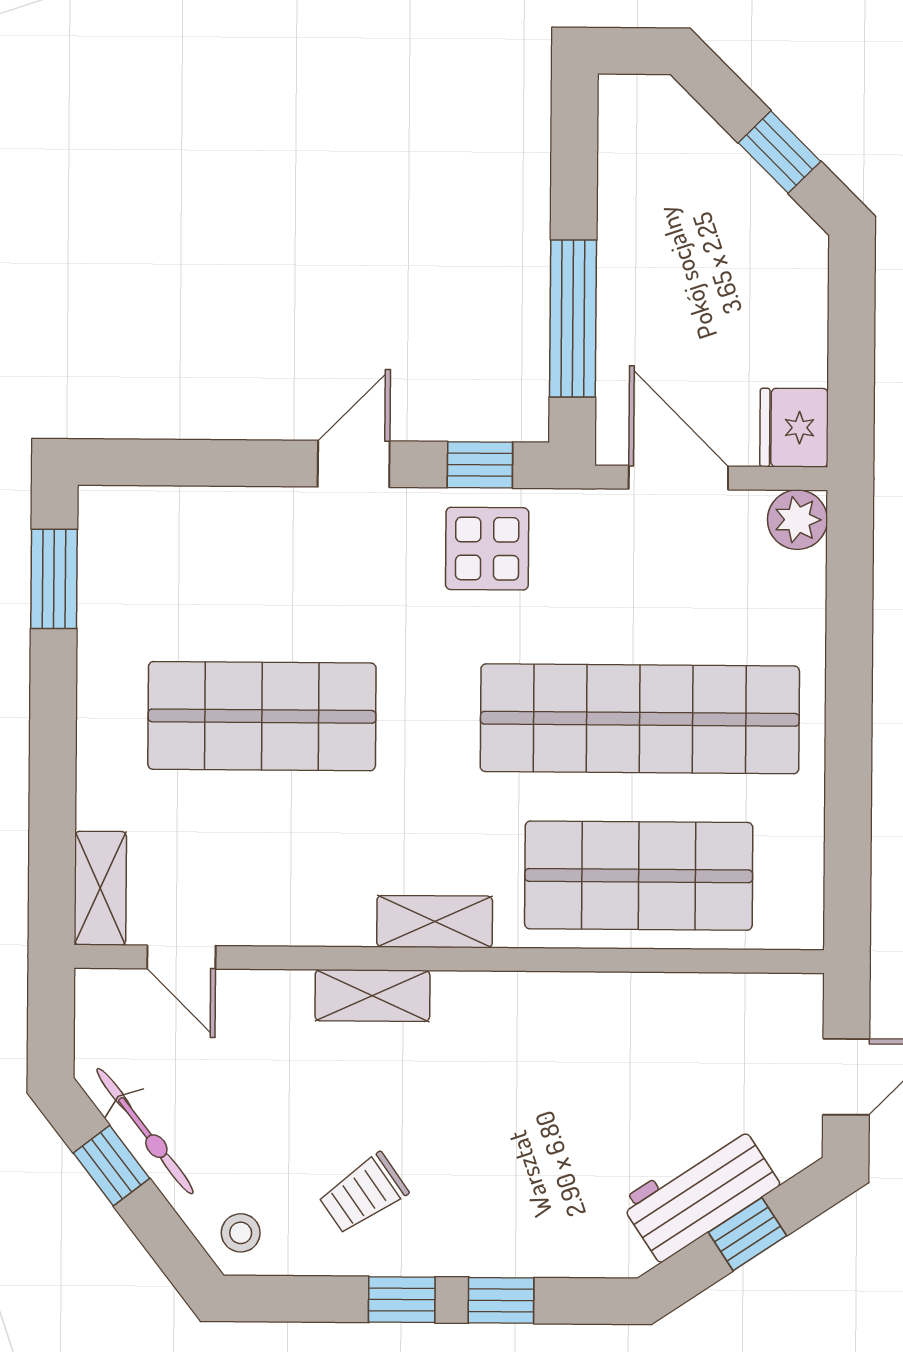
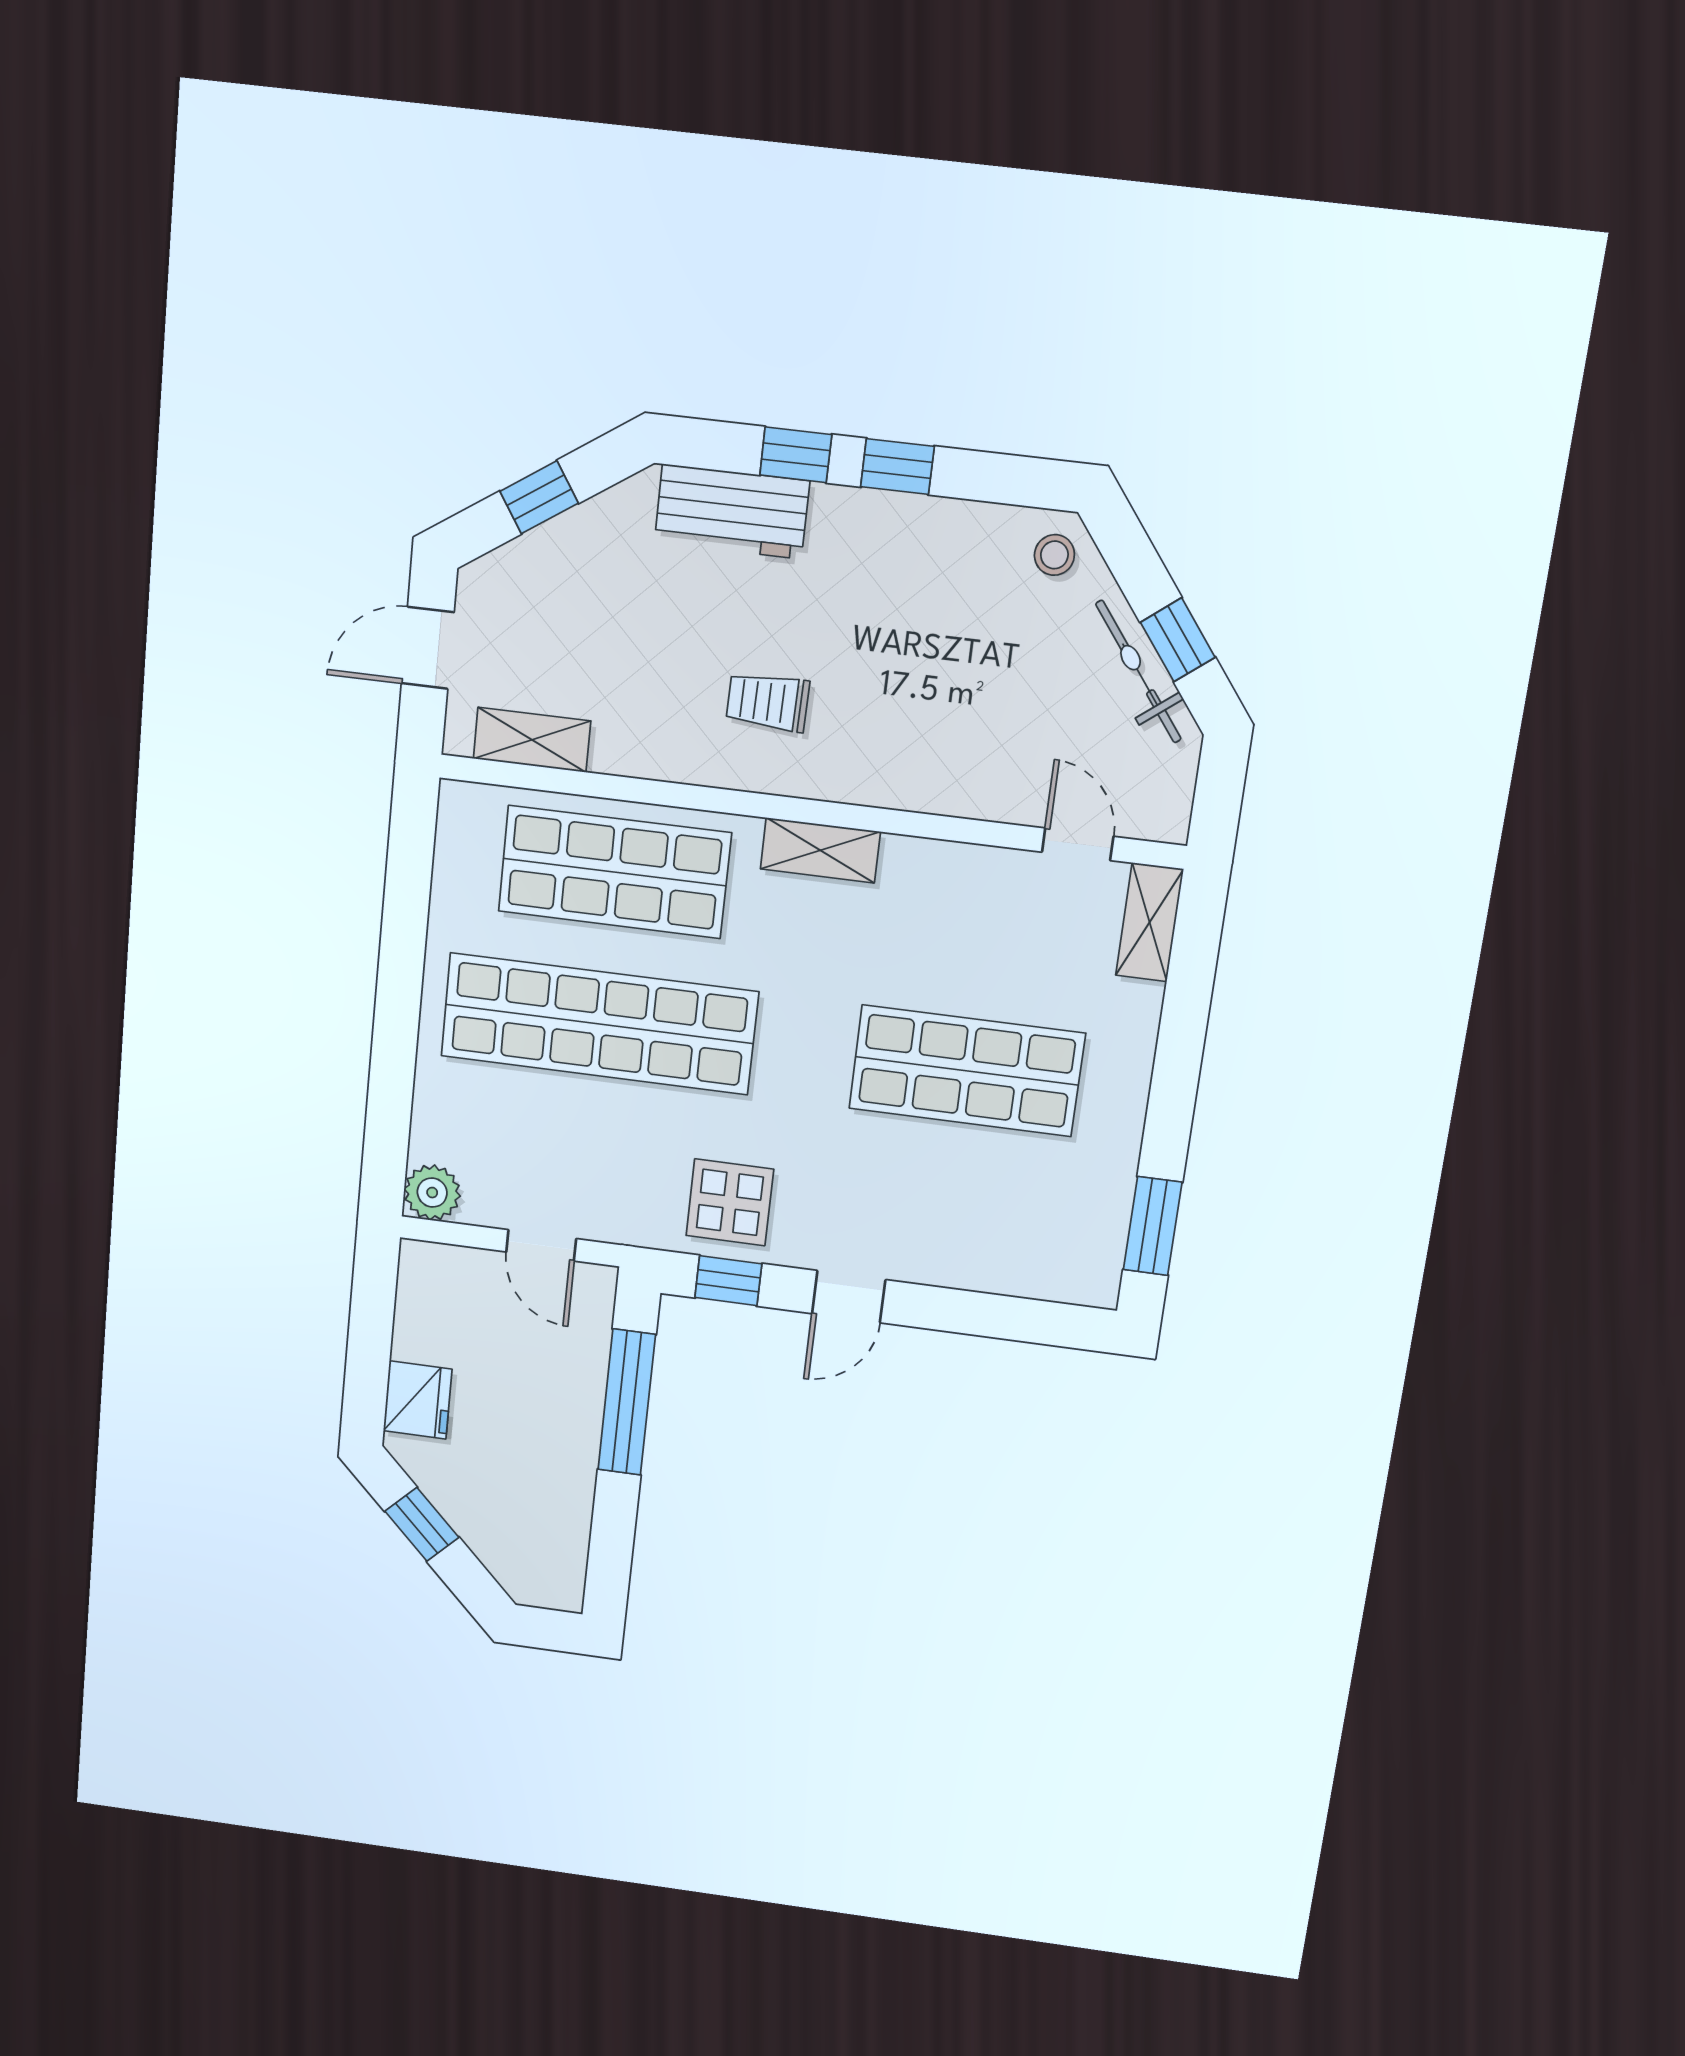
fridge: (794, 428) -> (418, 1400), moved
door: (678, 478) -> (541, 1245), width x0.73
shelving: (372, 996) -> (532, 740), moved
workbench: (700, 1193) -> (732, 512), moved, turned 34
trolley: (363, 1194) -> (768, 702), moved, turned -144

